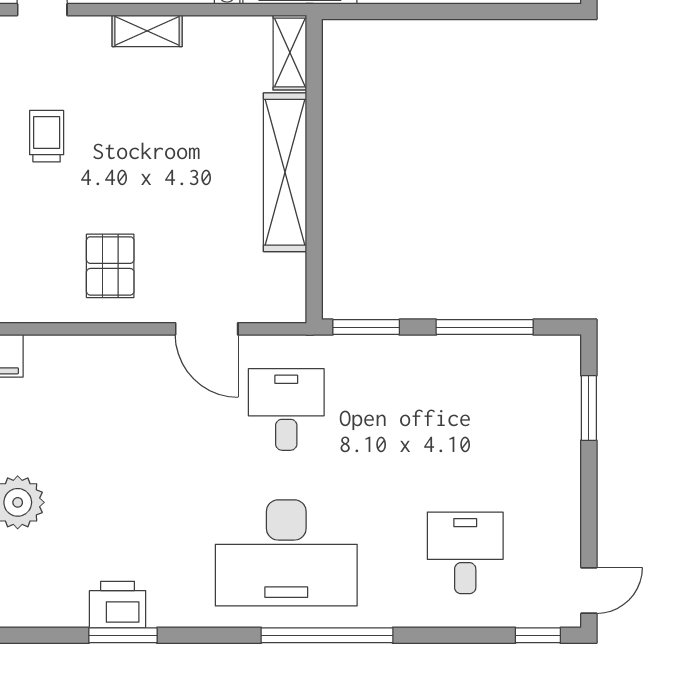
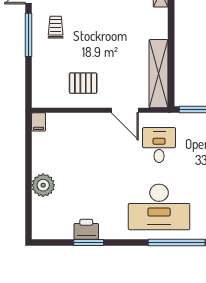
shelving: (285, 172) -> (159, 74), moved
pallet: (110, 266) -> (83, 83), turned 90

